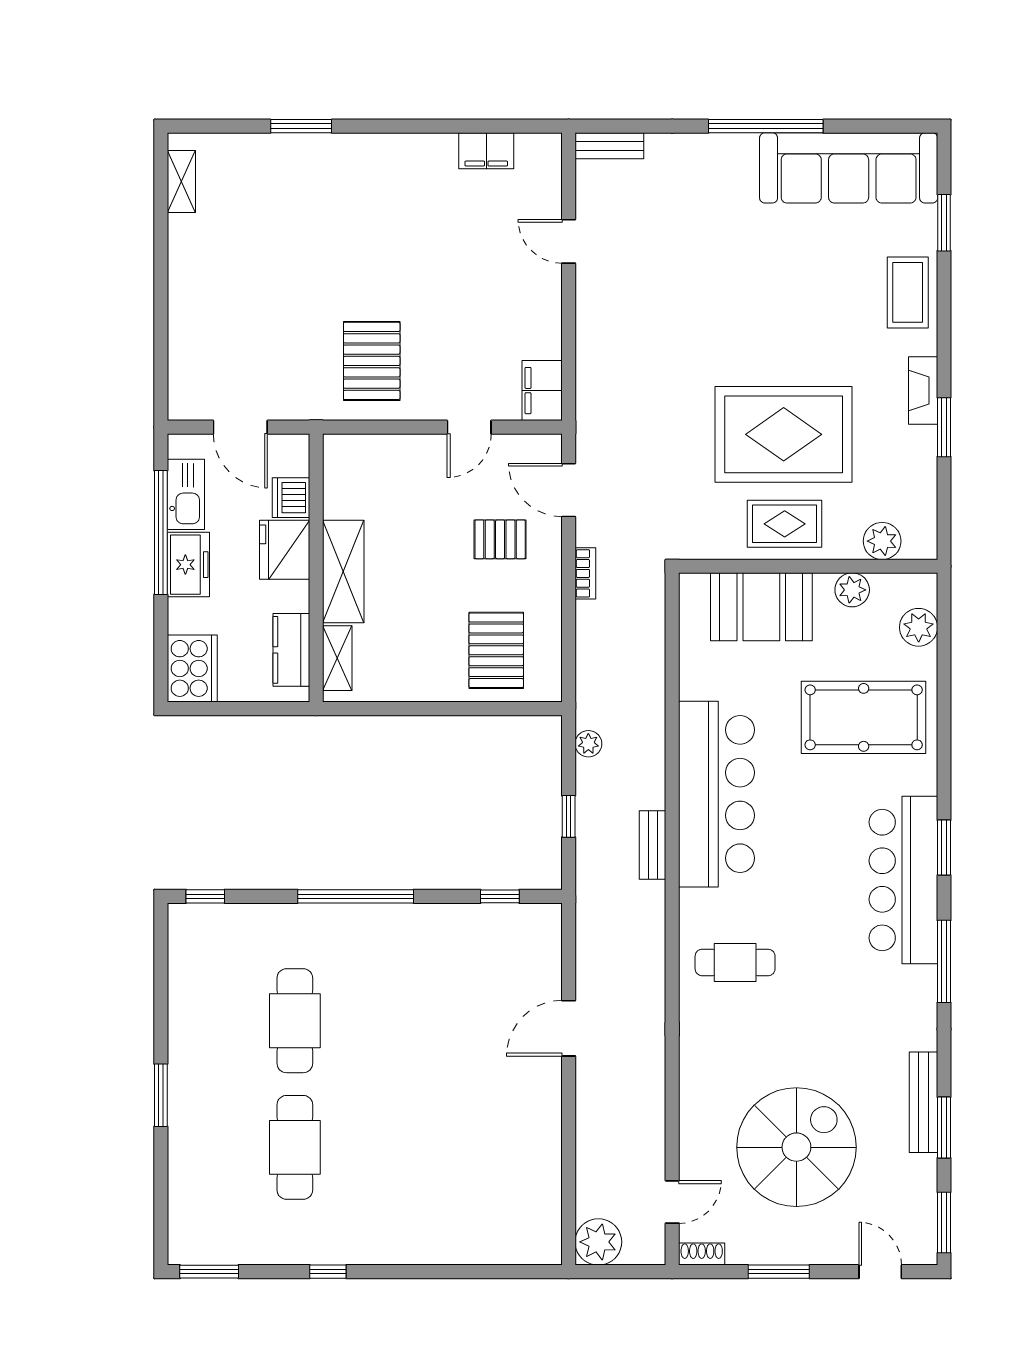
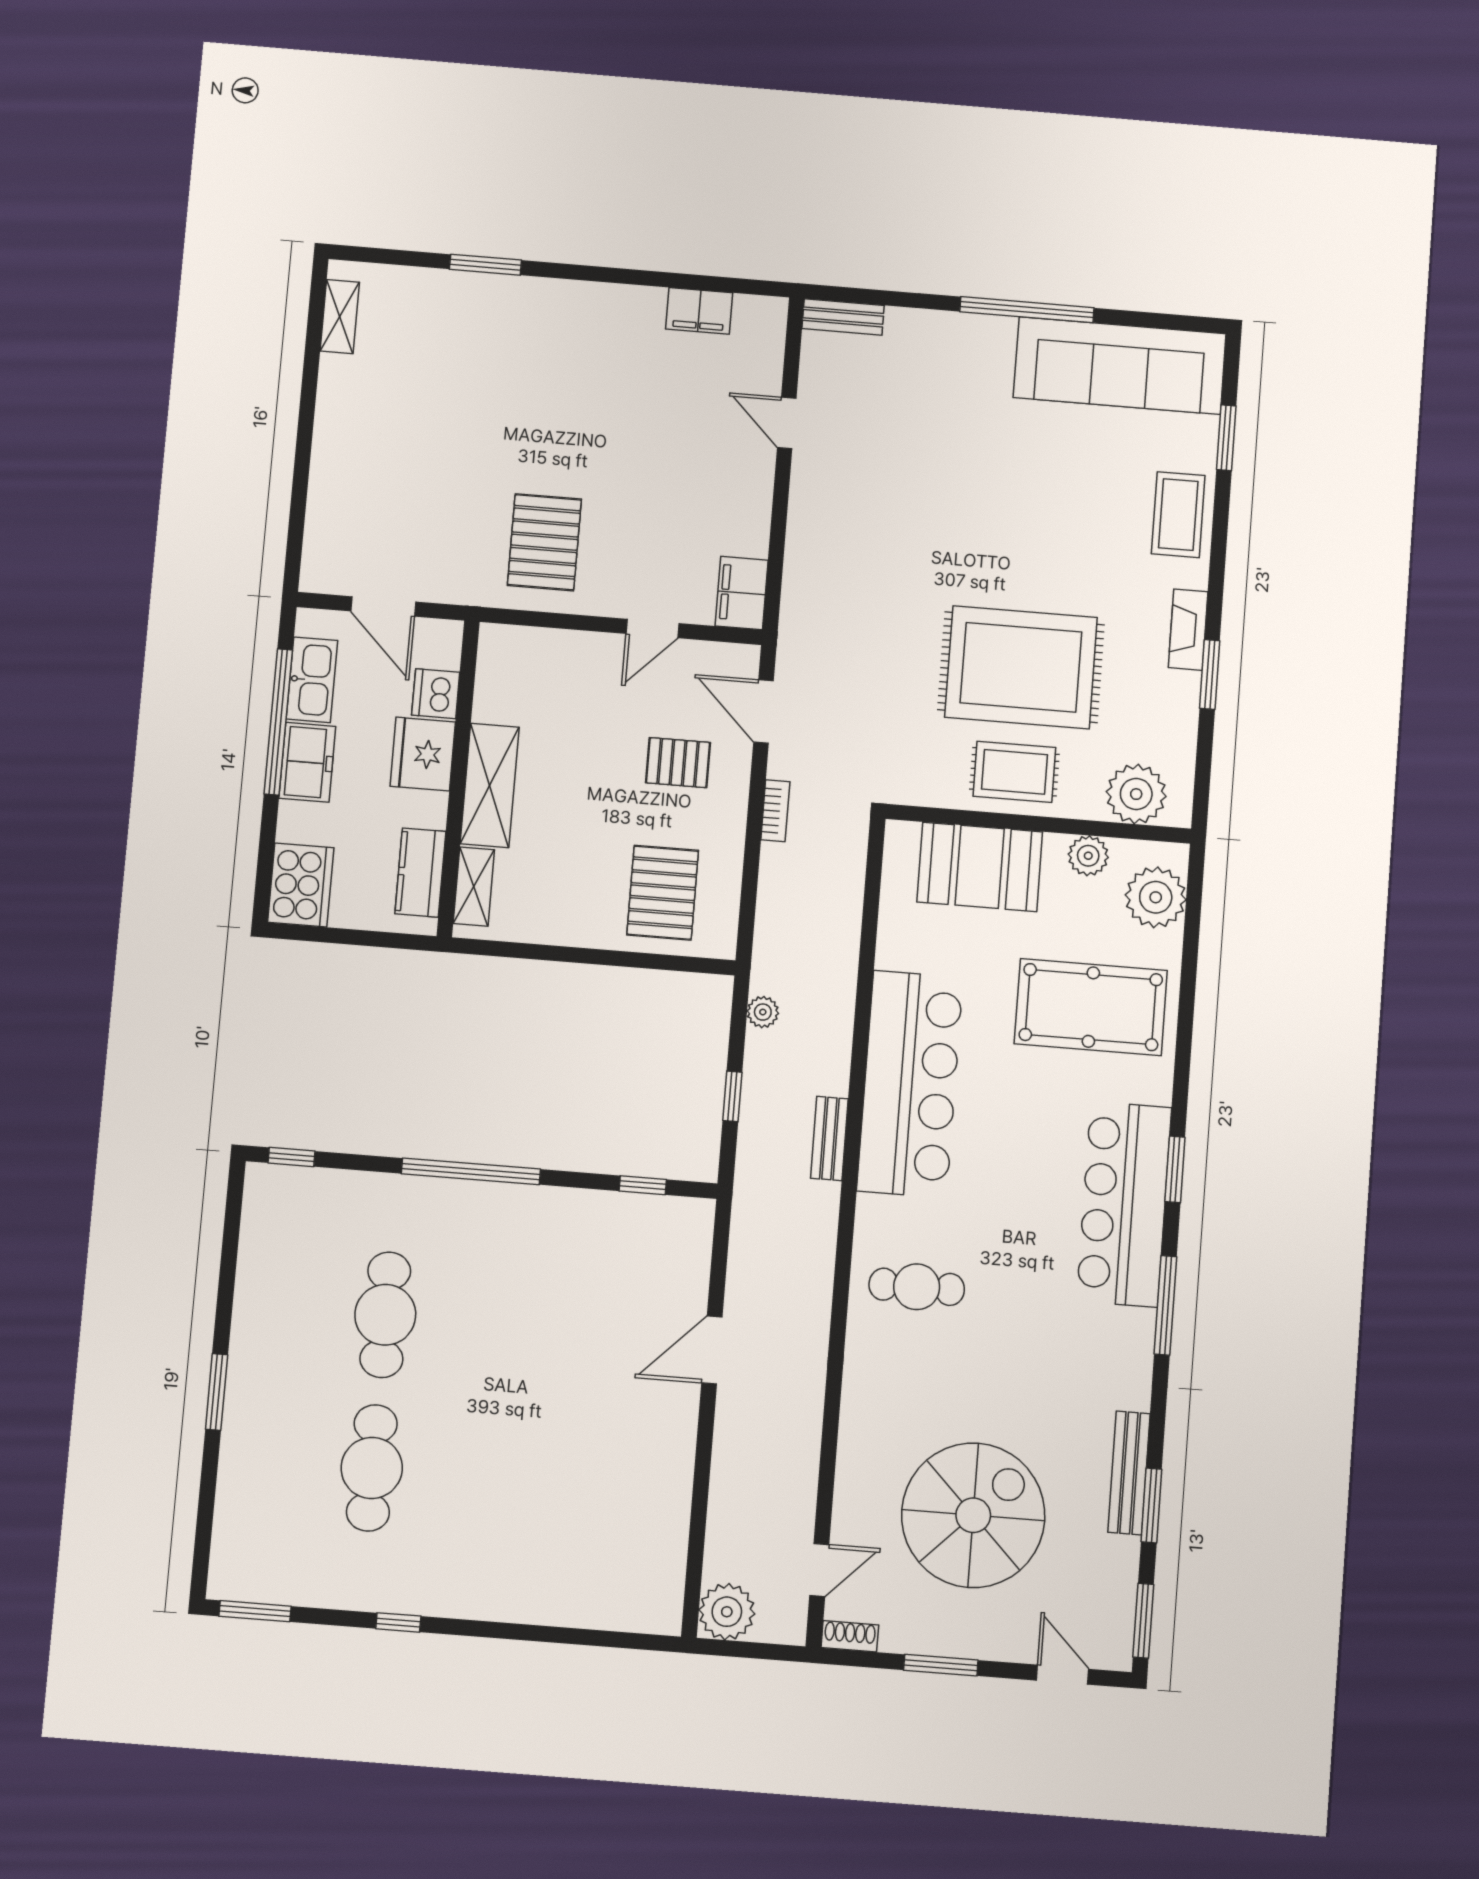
plant: (882, 541) -> (1136, 794), width x1.36, depth x1.36
plant: (919, 627) -> (1156, 897), width x1.36, depth x1.36

